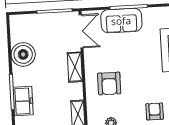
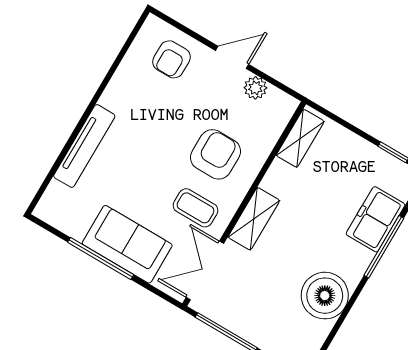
coffee table: (103, 55) -> (195, 208), added

